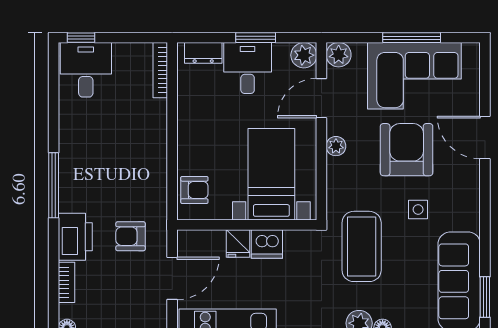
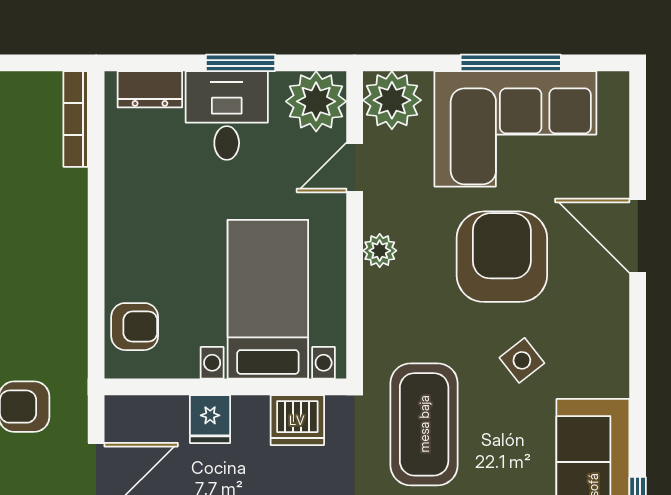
plant: (304, 55) -> (316, 101), width x1.36, depth x1.36
plant: (339, 55) -> (392, 100), width x1.36, depth x1.36
door: (321, 98) -> (355, 167), width x0.73
side table: (418, 210) -> (522, 360), turned -38
dishwasher: (267, 244) -> (297, 420), moved

